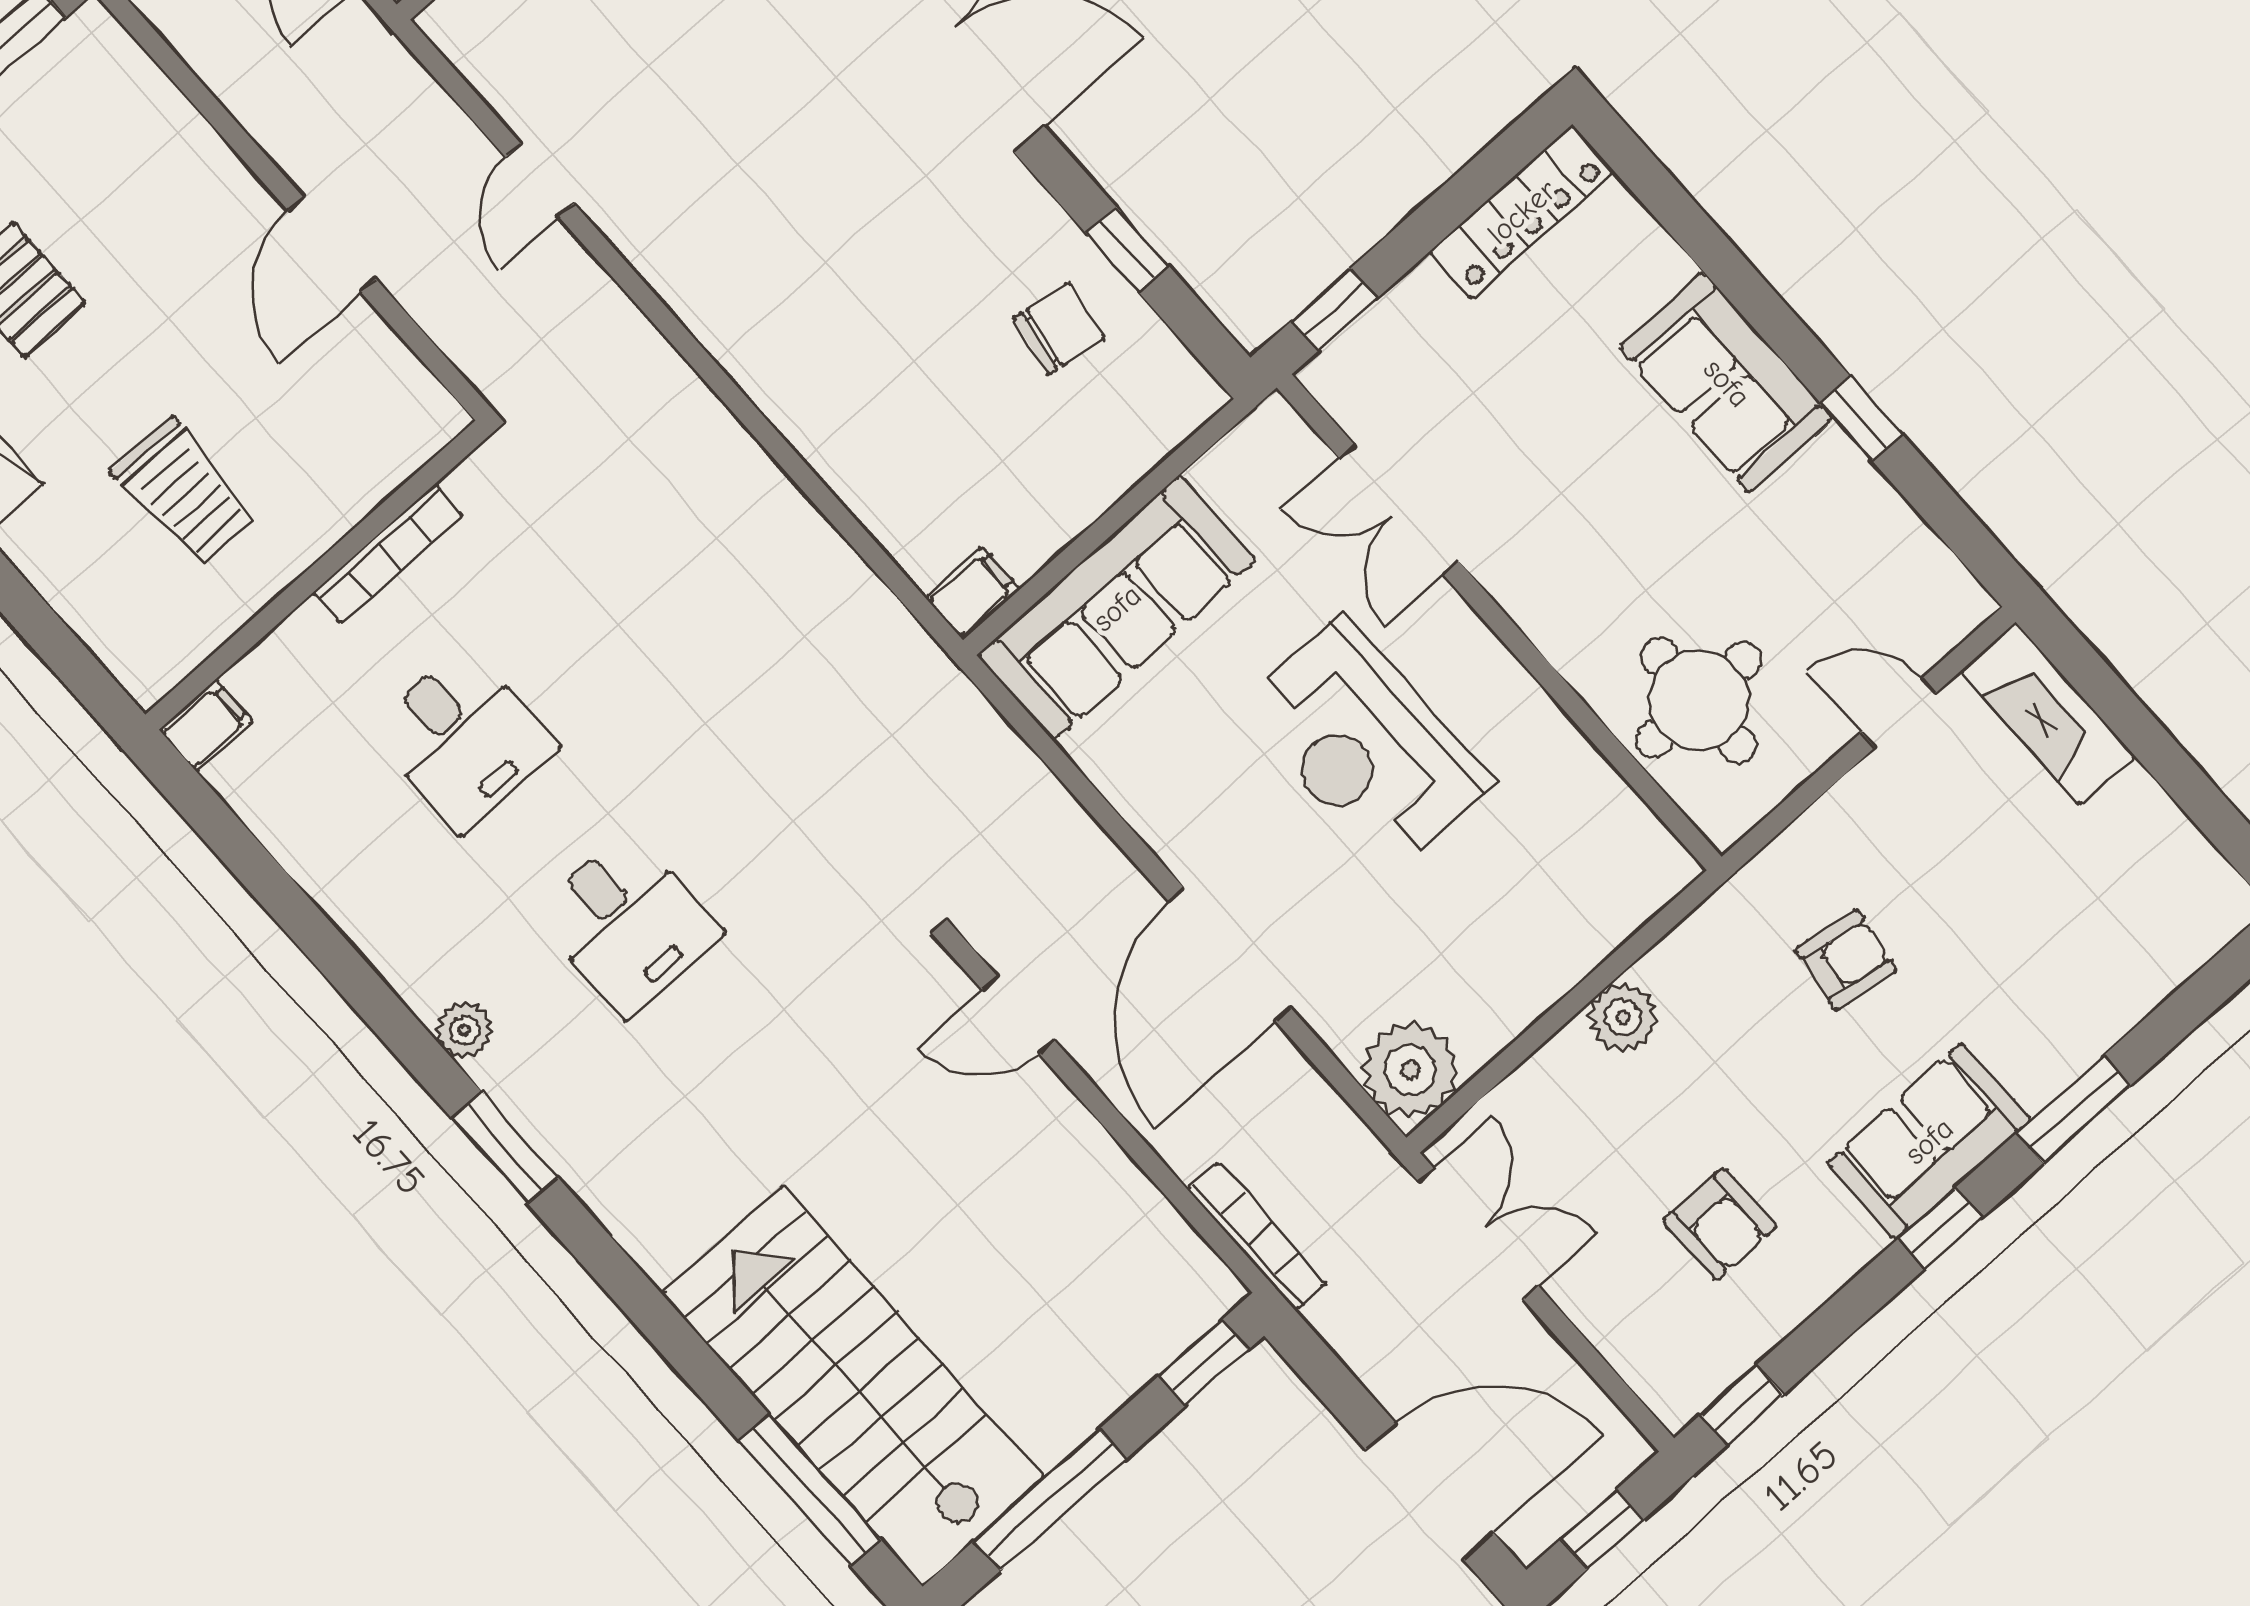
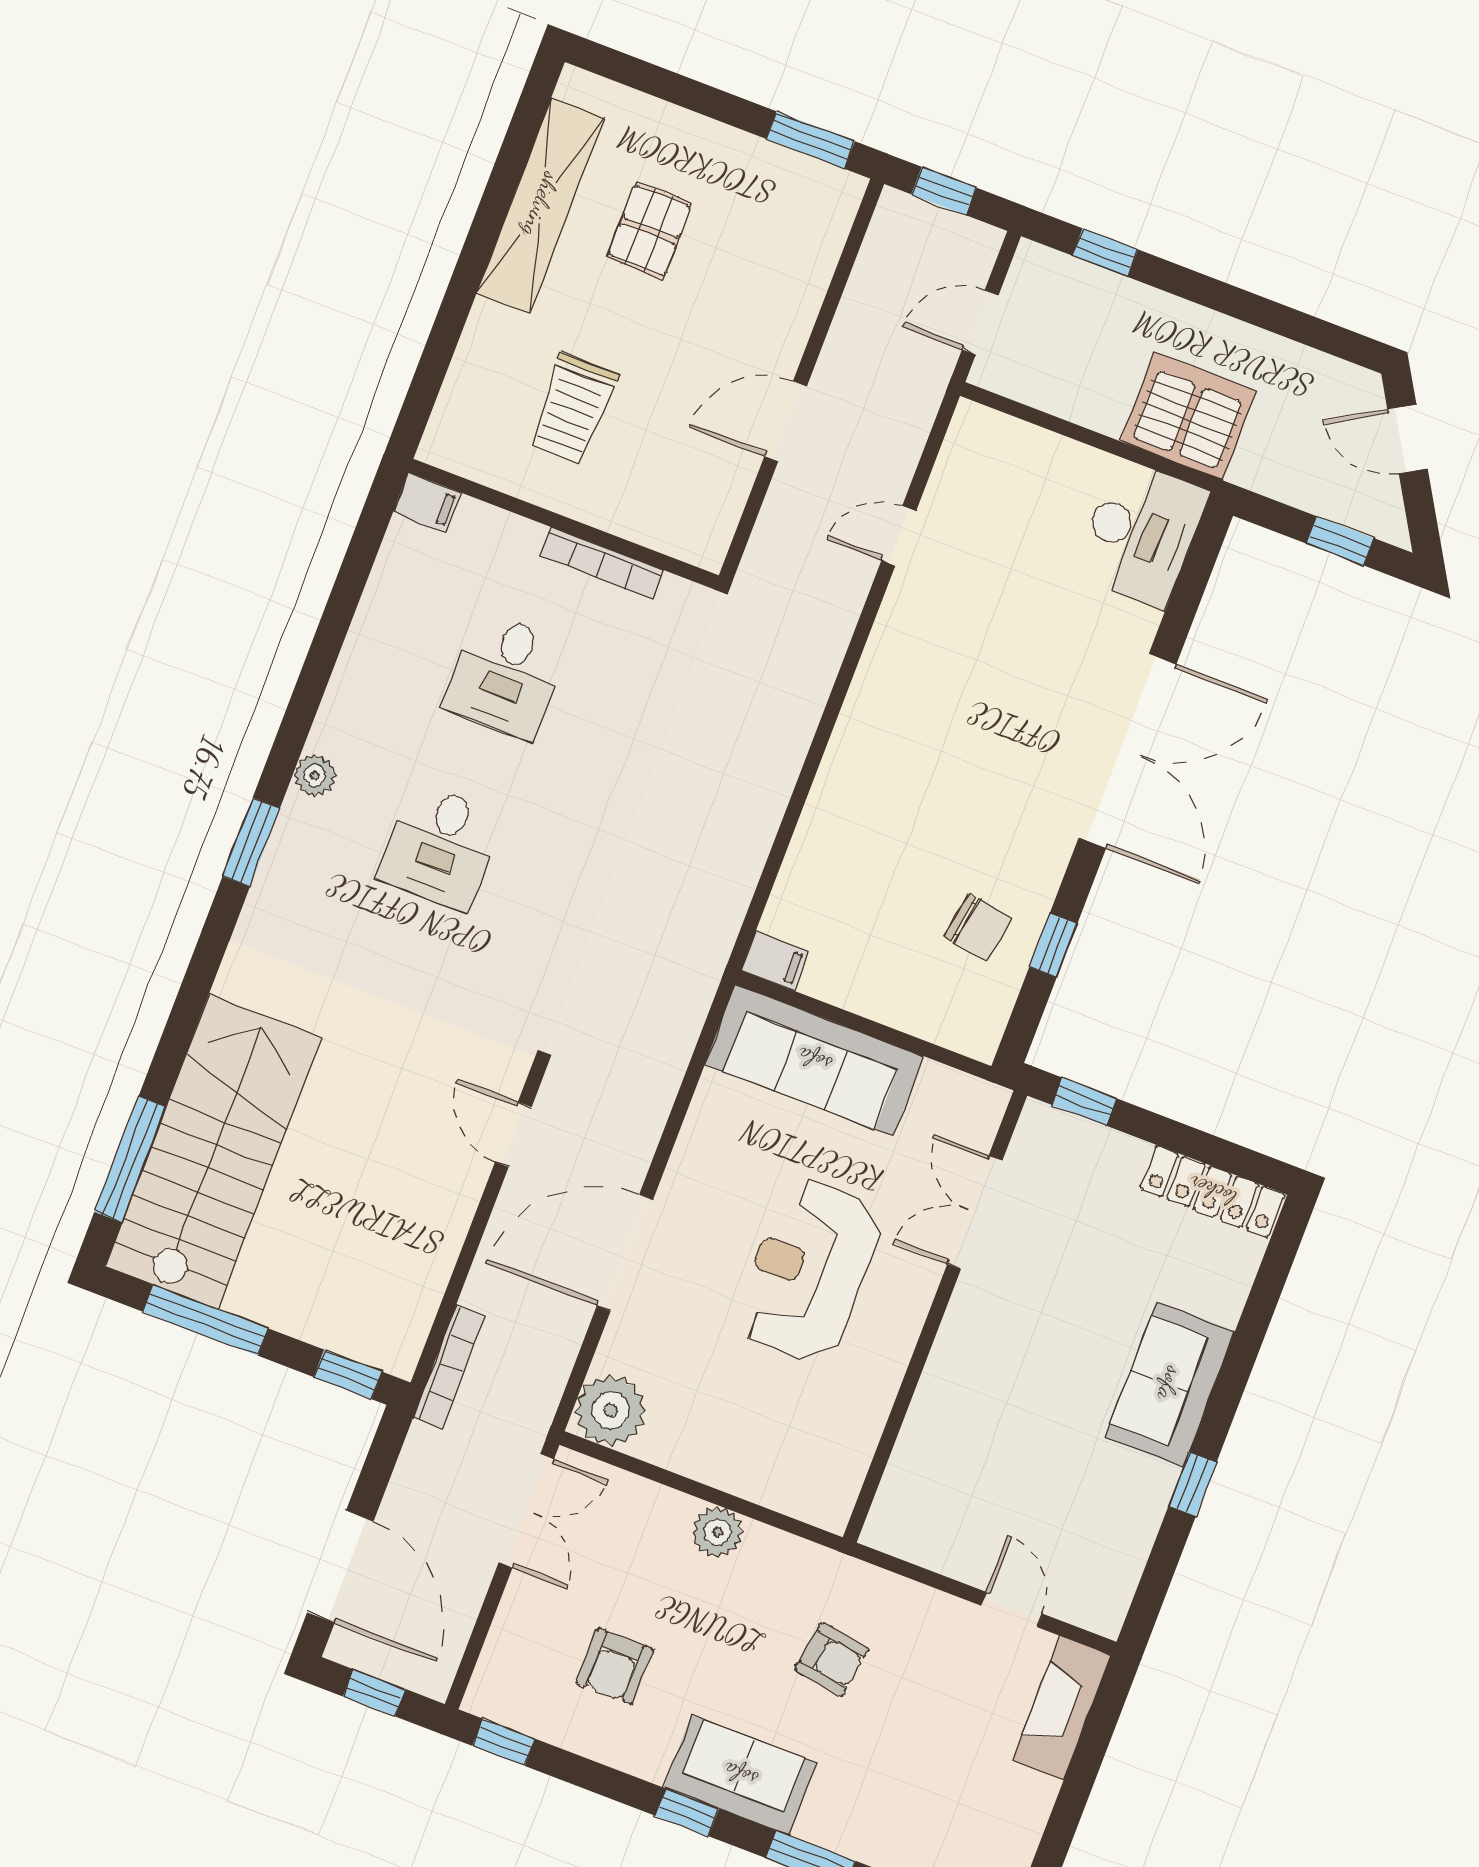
round table: (1698, 700) -> (952, 1474), removed

